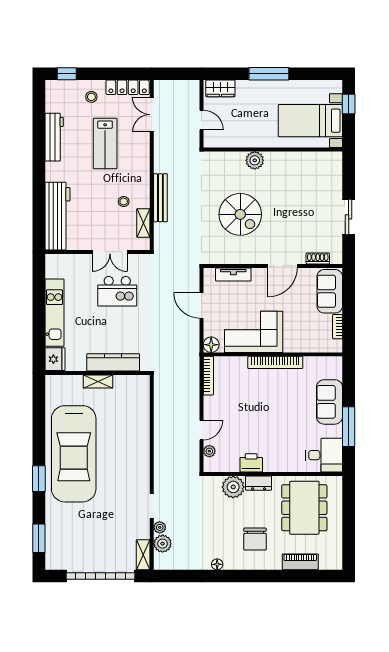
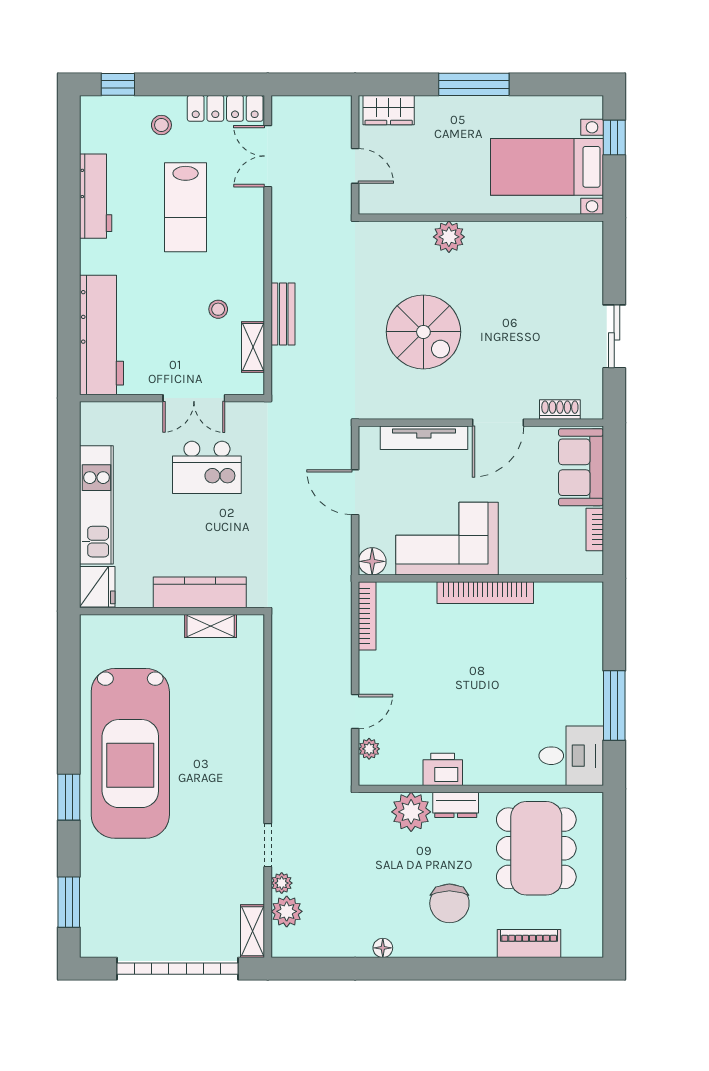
bench: (160, 198) -> (283, 314), width x0.73
tv unit: (233, 274) -> (424, 438), width x1.41
shelving: (98, 381) -> (211, 626), moved
sofa: (329, 402) -> (581, 662), removed

